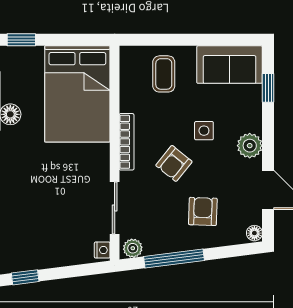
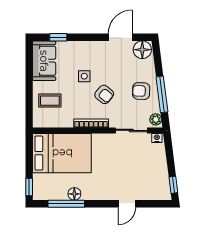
plant: (250, 146) -> (93, 48), removed
armchair: (203, 211) -> (141, 91), moved
floor lamp: (254, 233) -> (142, 50), width x1.89, depth x1.89

